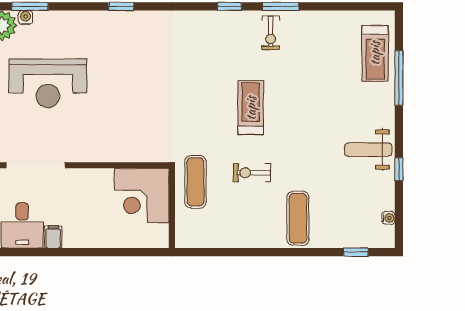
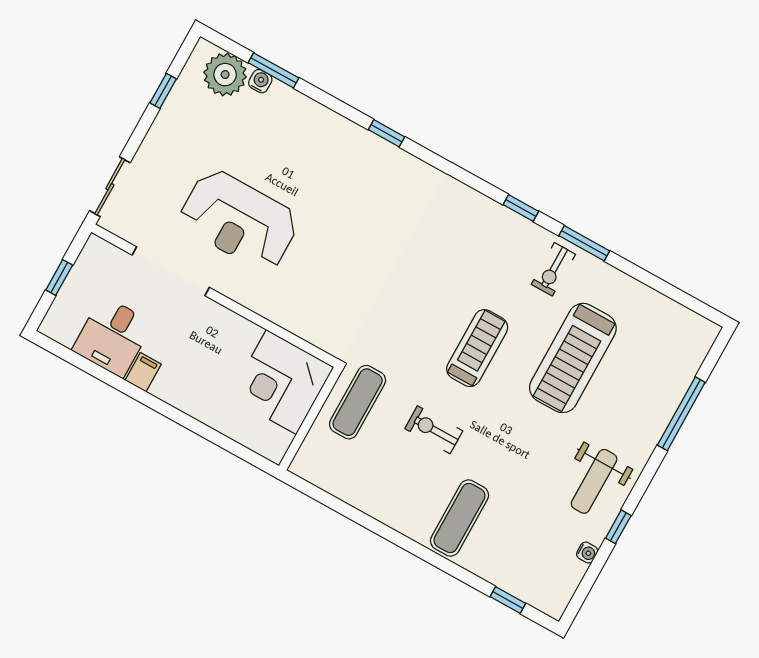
treadmill: (375, 53) -> (573, 358), moved, width x1.37, depth x1.38
reception desk: (48, 83) -> (239, 220), moved
weight bench: (368, 150) -> (594, 481), turned -90
water cooler: (388, 218) -> (587, 553), moved

